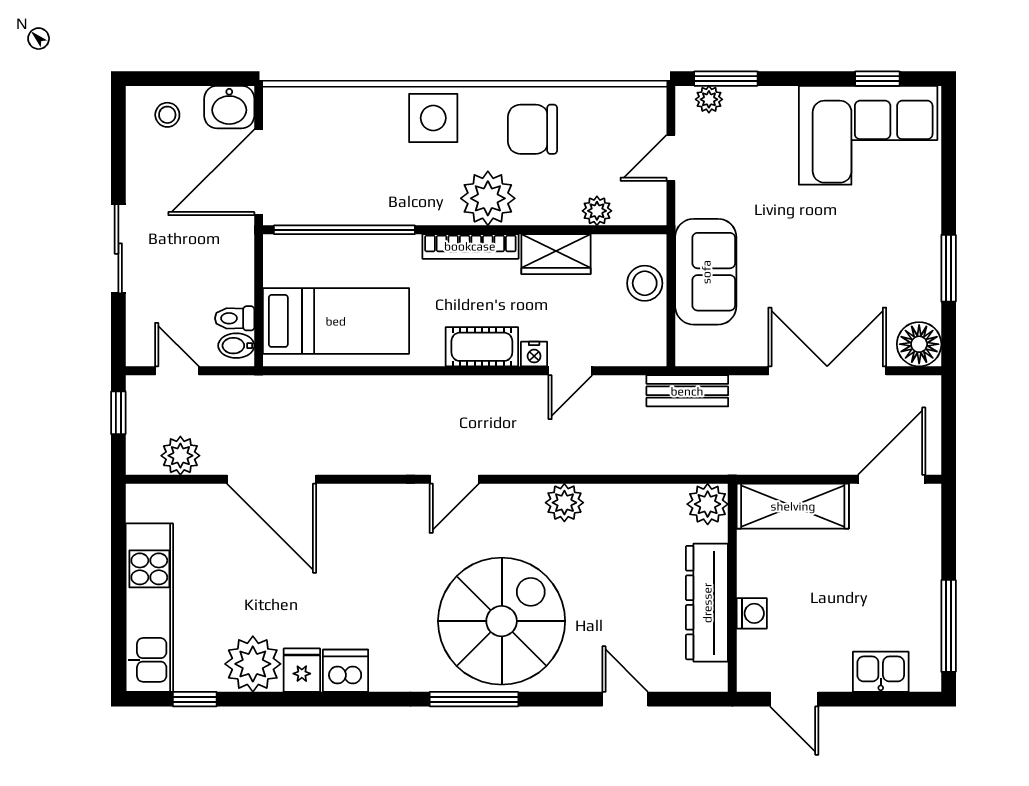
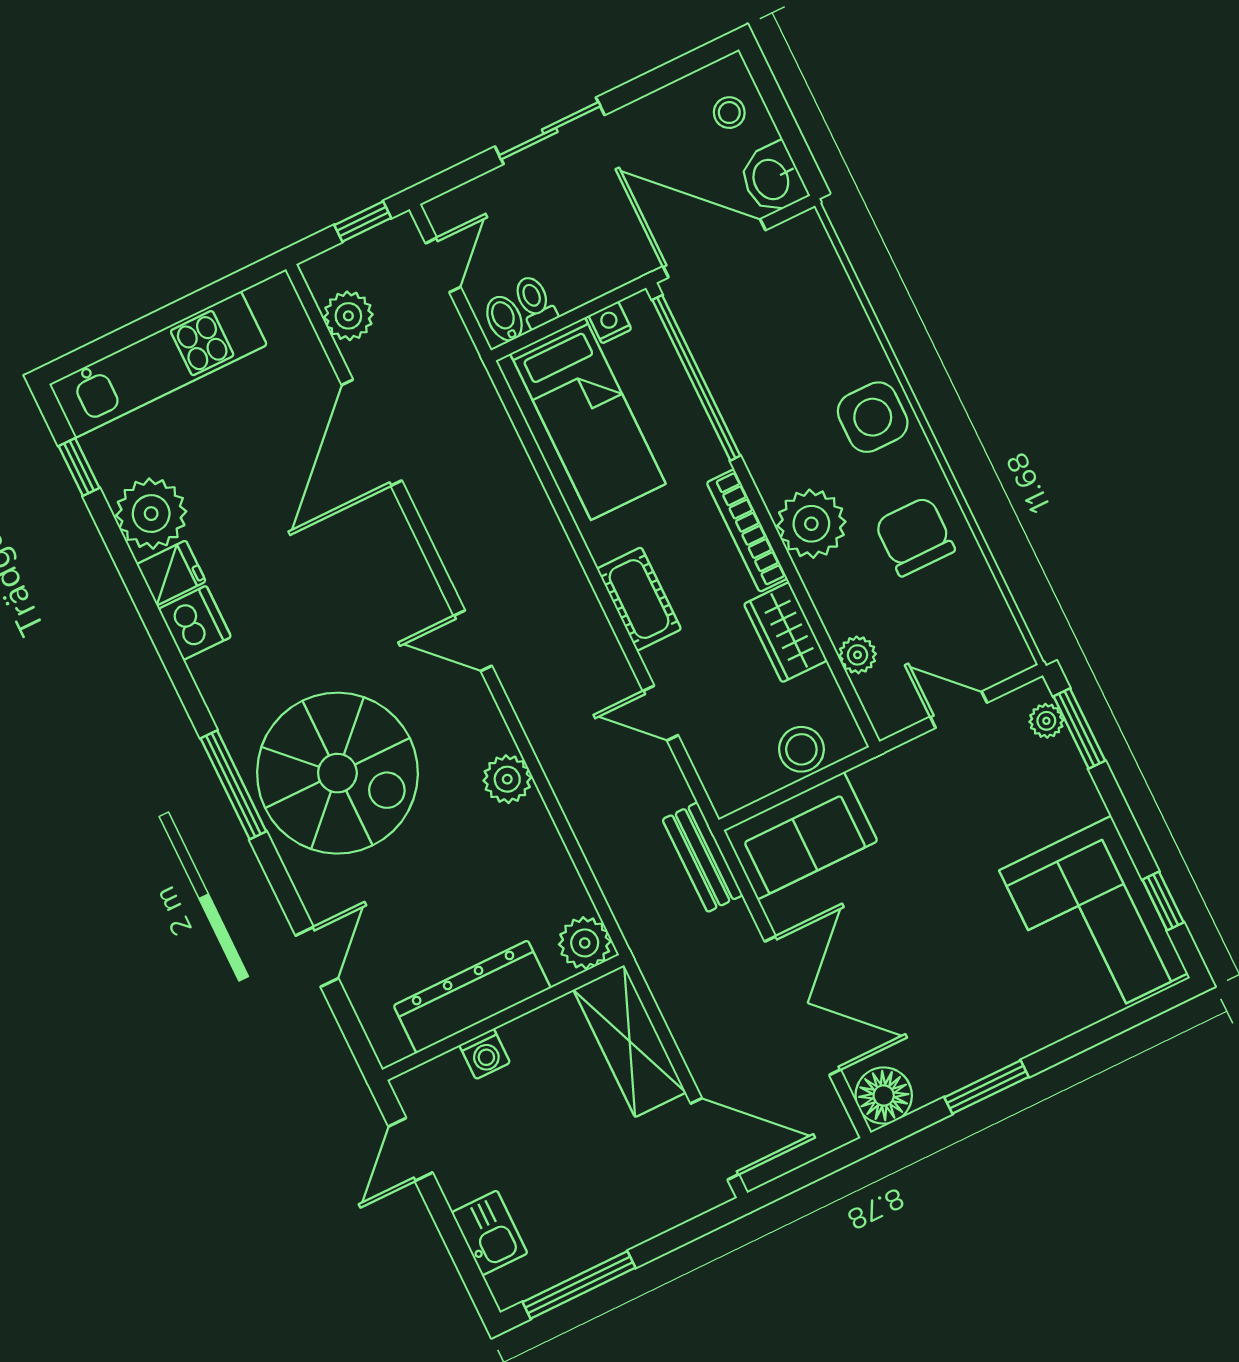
sofa: (706, 272) -> (801, 836), moved
nightstand: (534, 354) -> (610, 322), moved, turned 90

